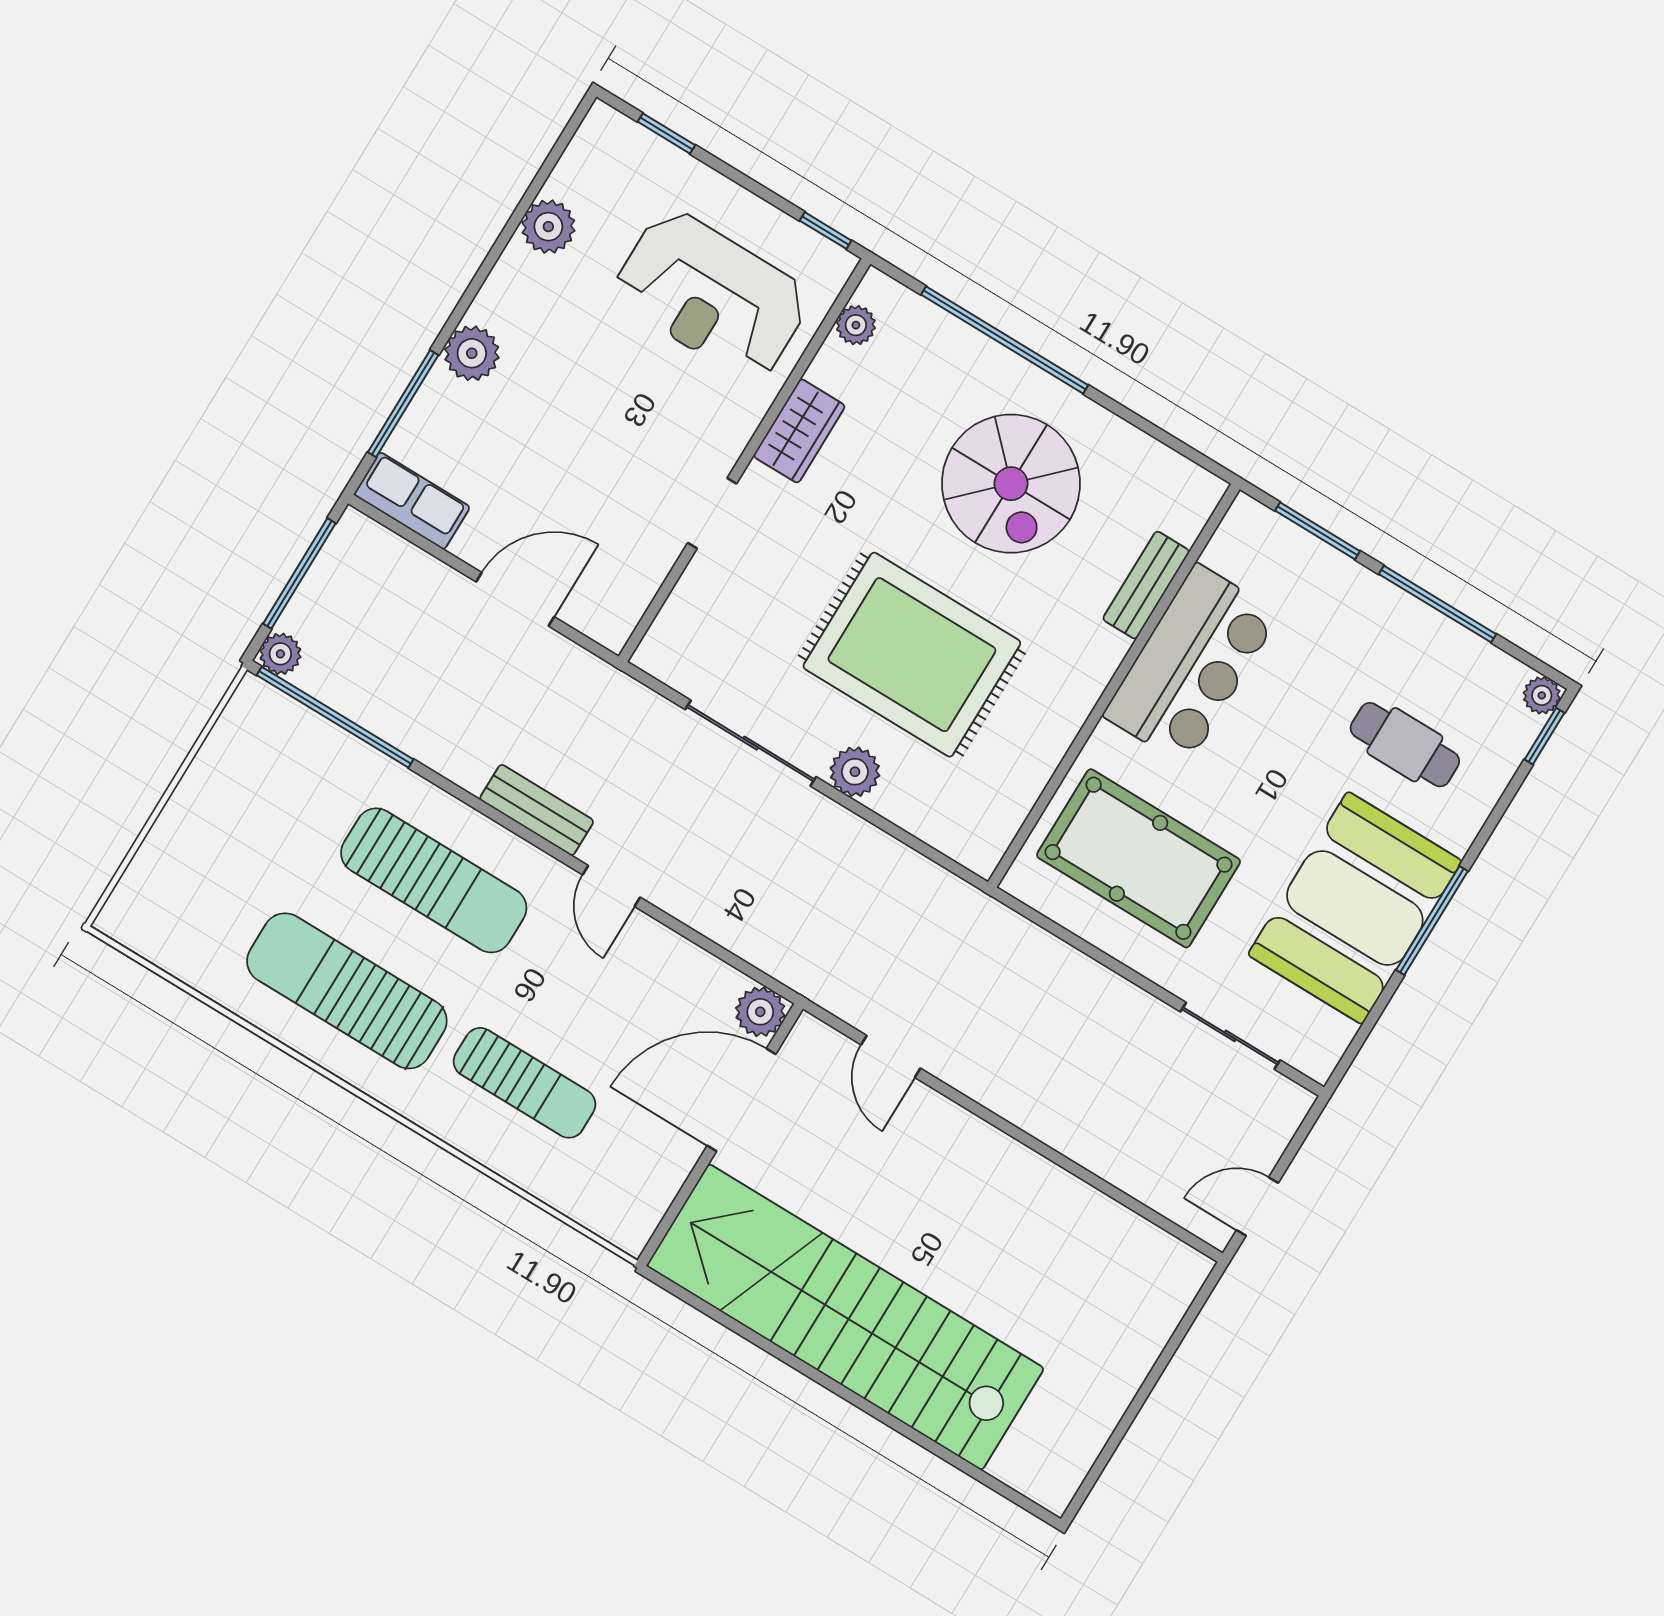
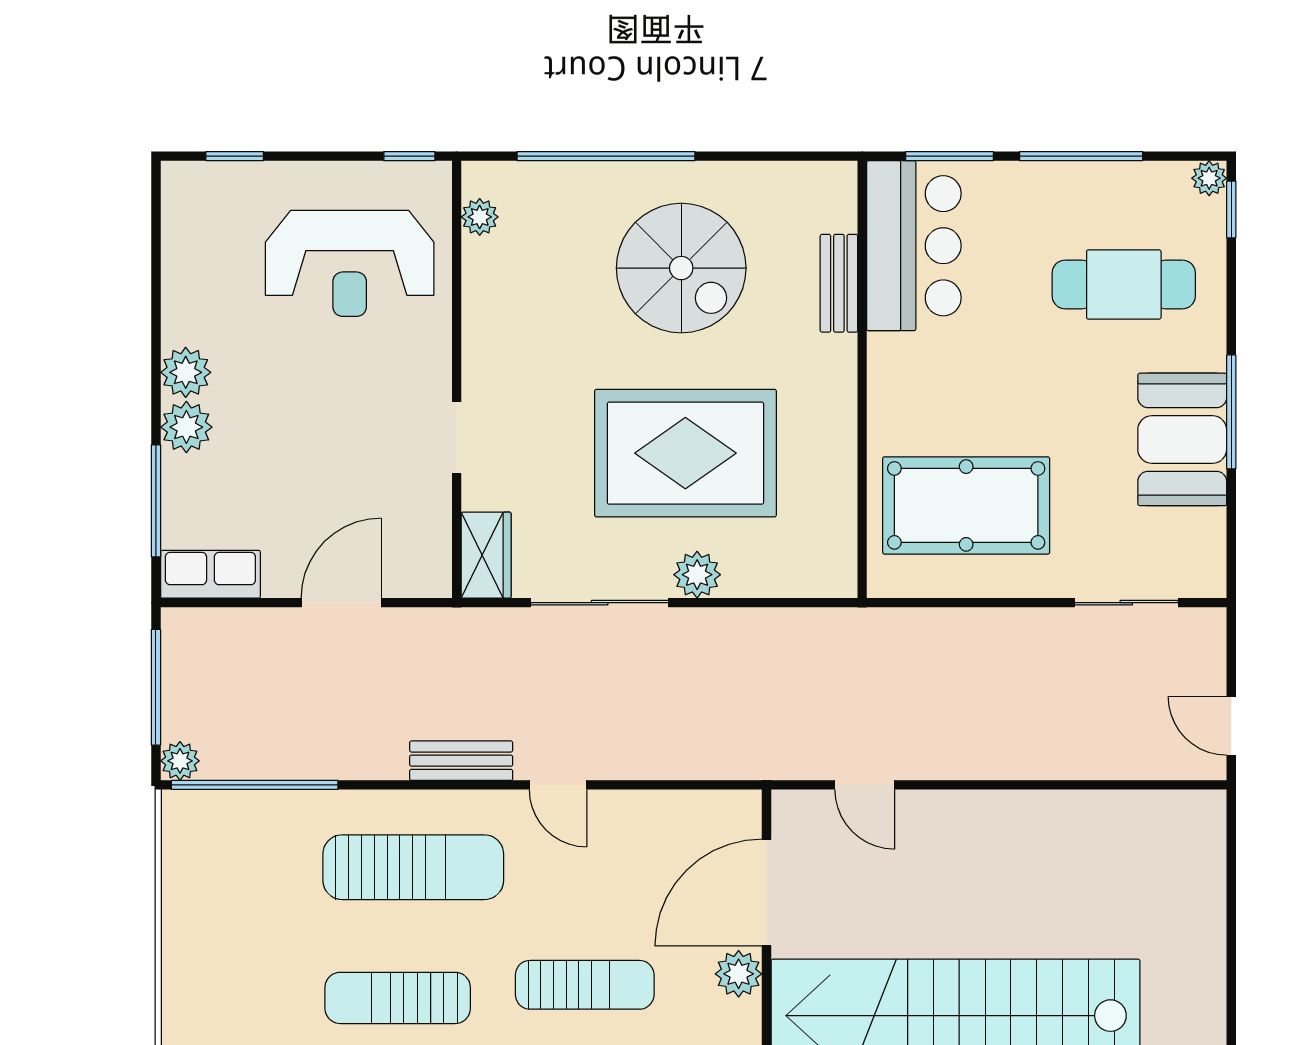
plant: (548, 227) -> (186, 372), moved
wardrobe: (799, 431) -> (486, 555), moved
bar counter: (1191, 665) -> (914, 246), moved
cafe table: (1405, 745) -> (1124, 284), width x1.37, depth x1.35
booth: (1355, 908) -> (1182, 439), width x0.73, depth x0.70
sun lounger: (347, 991) -> (398, 998), width x0.73, depth x0.75
plant: (760, 1012) -> (739, 974), moved
door: (1257, 1206) -> (1231, 726), hinge flipped

